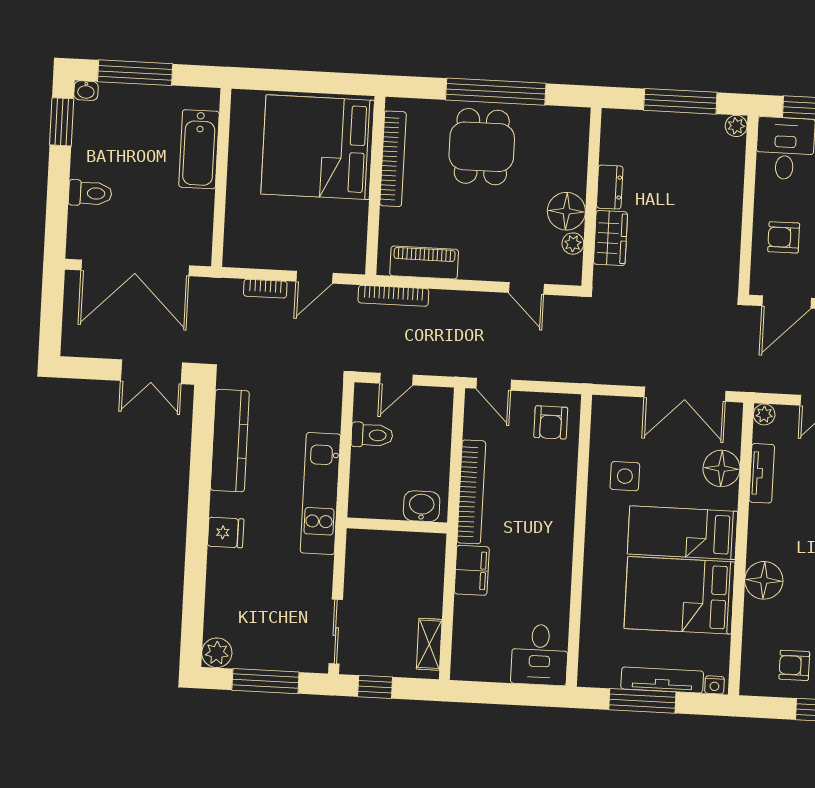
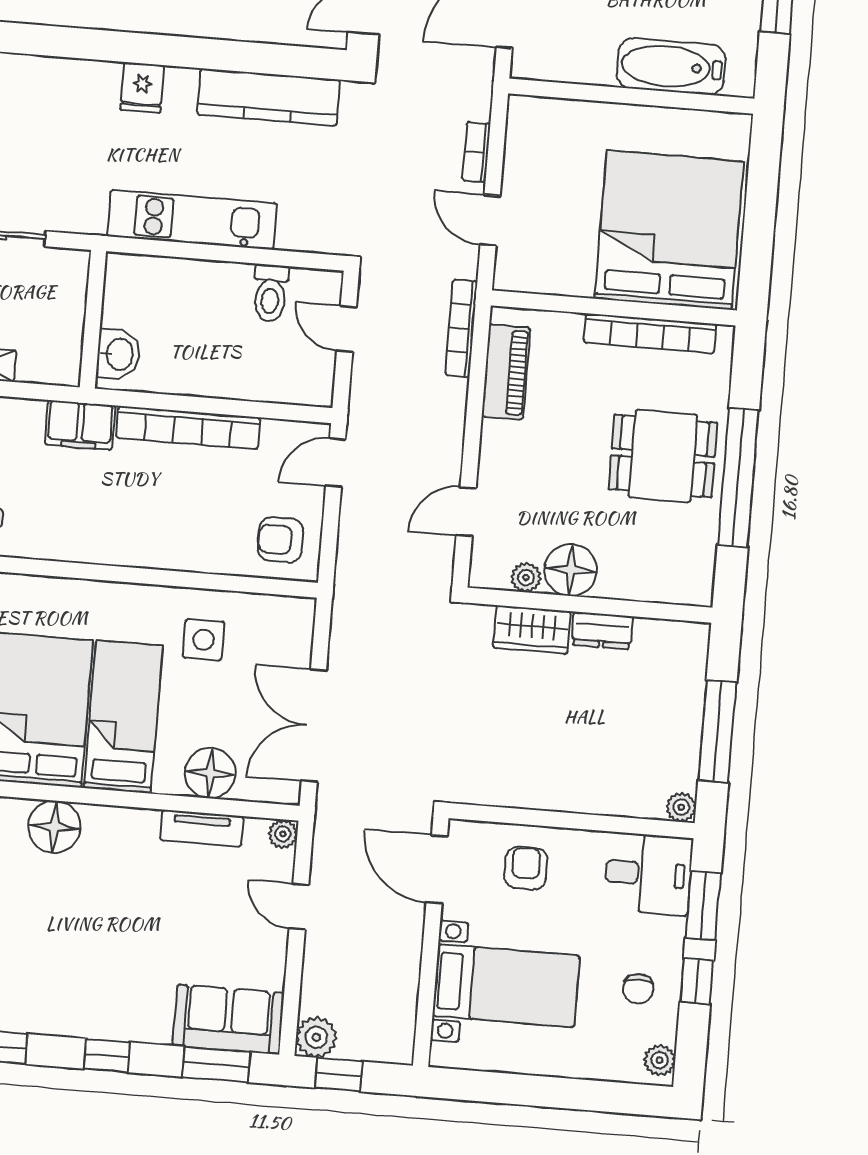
washbasin: (422, 506) -> (118, 354), moved
wall: (397, 525) -> (93, 319), moved

